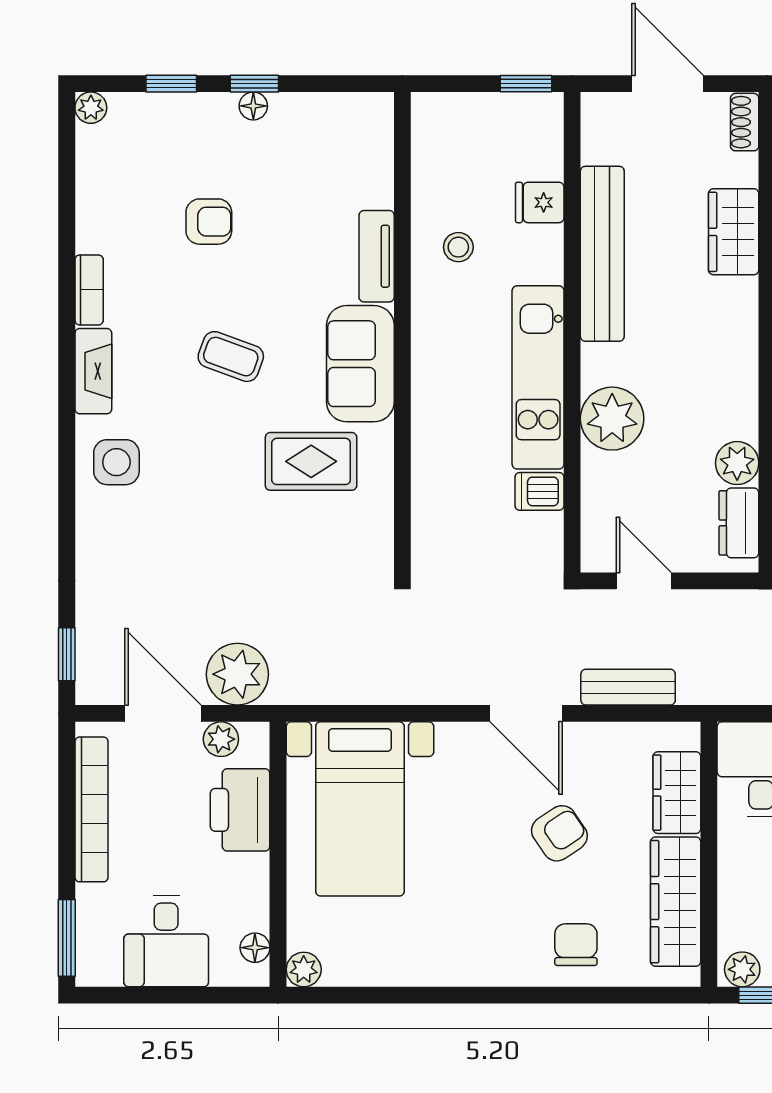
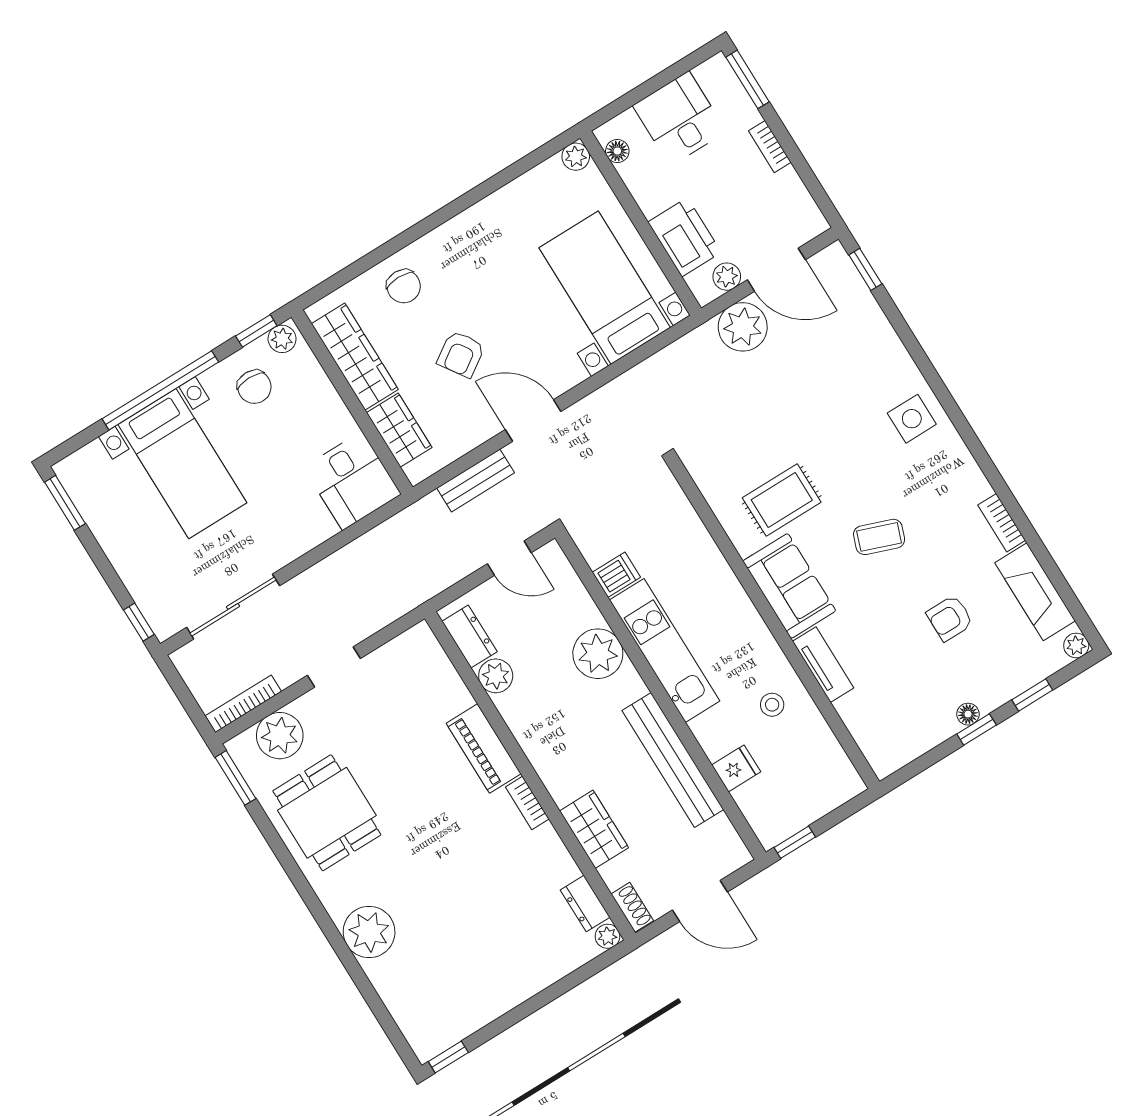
fireplace: (93, 371) -> (1035, 592), moved, width x1.37, depth x1.32
bookcase: (91, 809) -> (770, 147), width x0.43, depth x0.76

